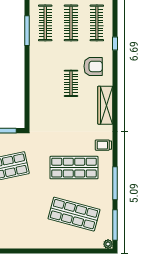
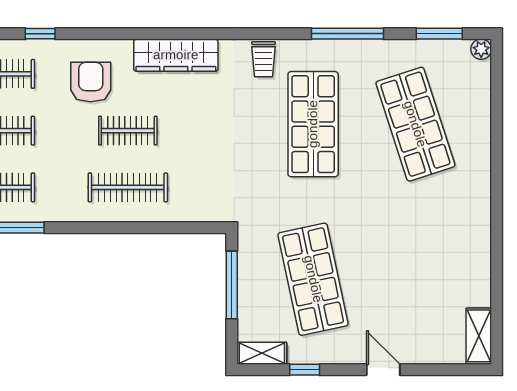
clothes rail: (45, 83) -> (128, 187), added
shop shelf: (74, 214) -> (415, 124), turned -33
window: (115, 225) -> (439, 34), width x0.69

